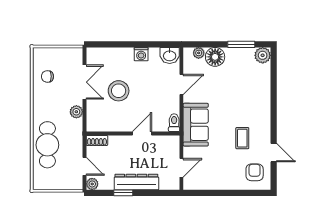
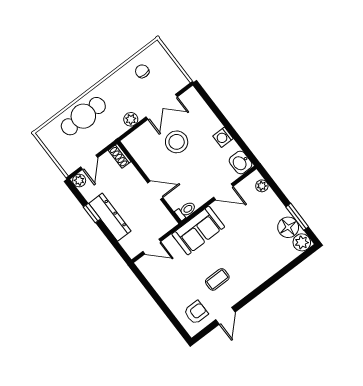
floor lamp: (215, 57) -> (288, 227), moved

